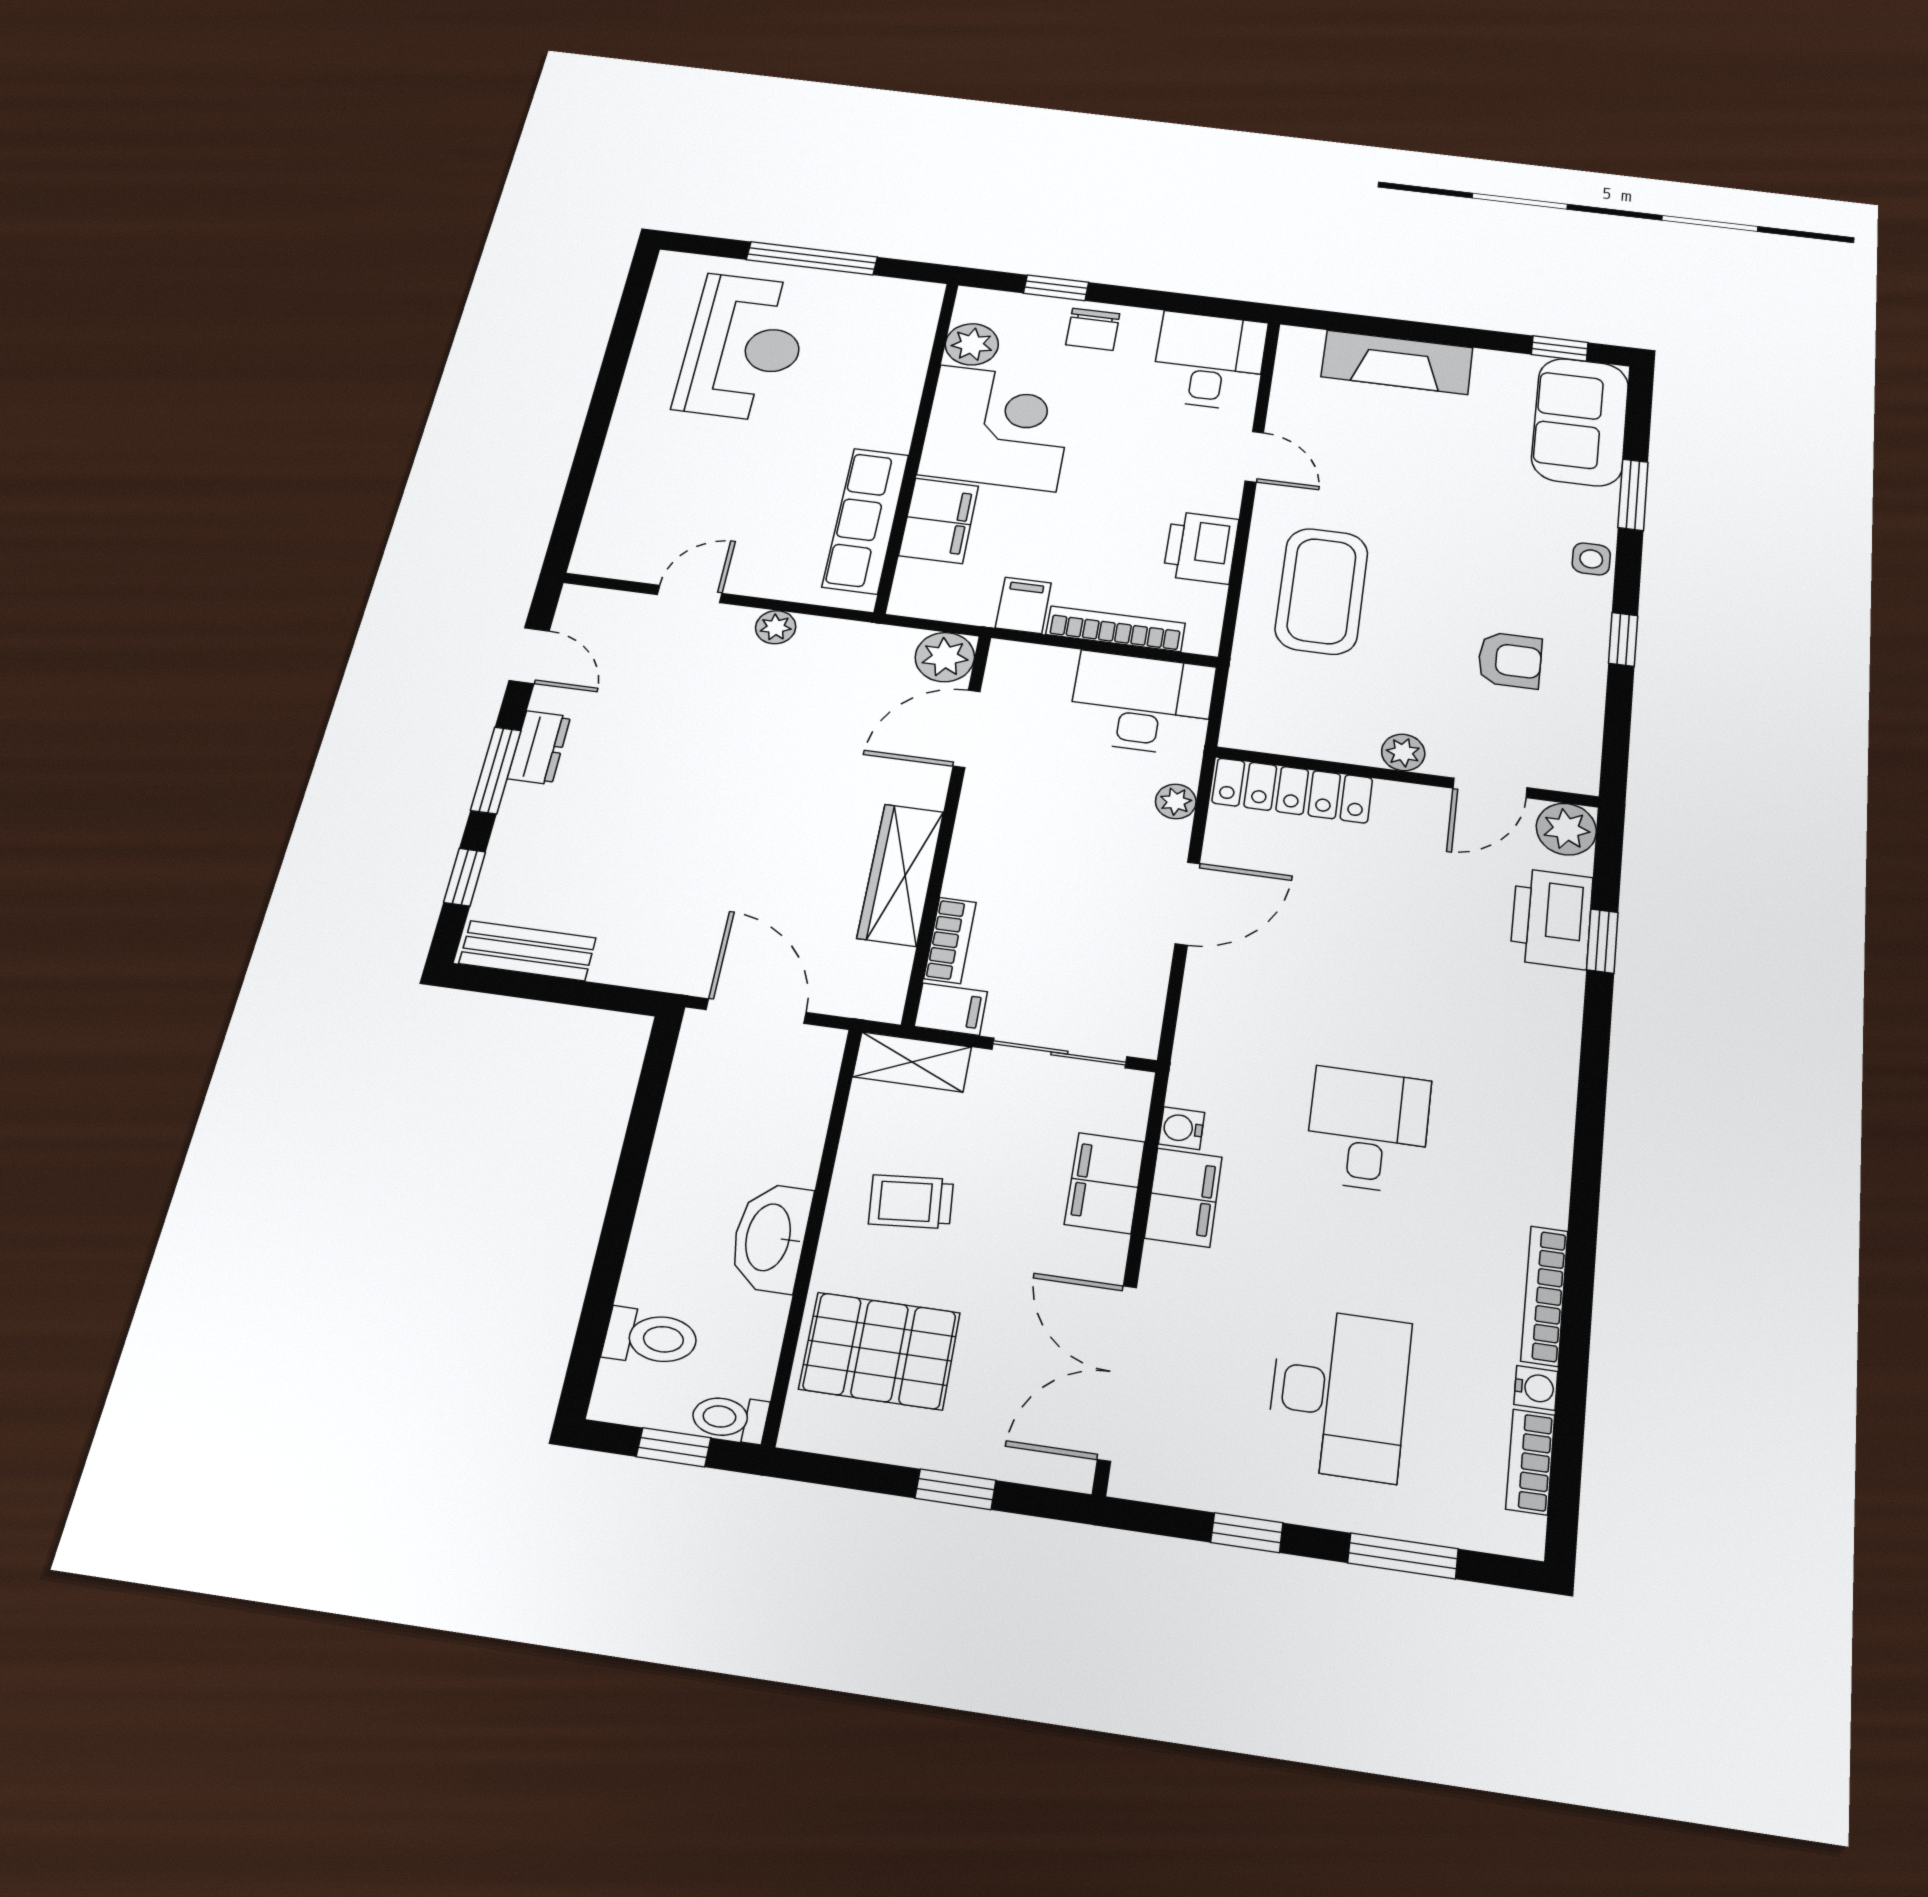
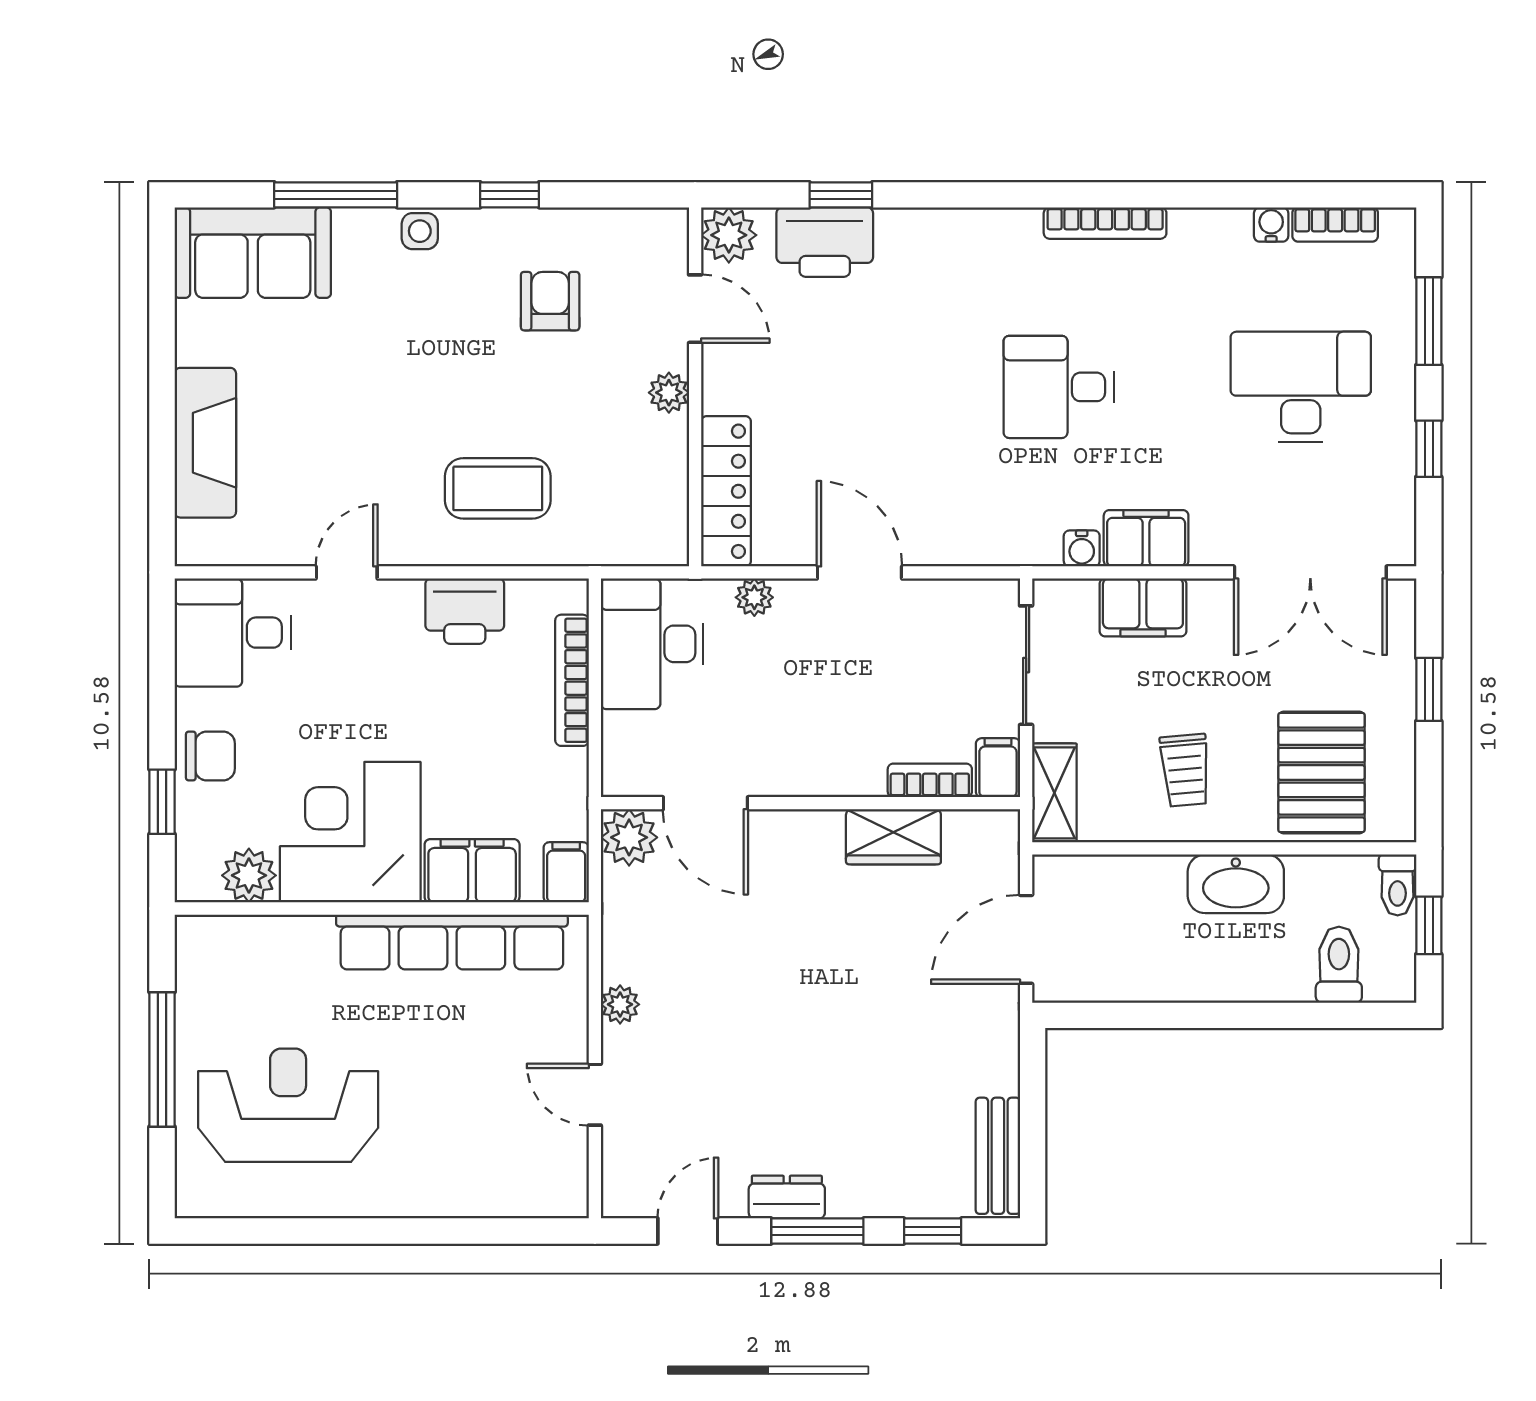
window: (1560, 349) -> (162, 279), removed
window: (1633, 495) -> (336, 195), width x1.44
row of seats: (866, 521) -> (452, 942), width x1.36
coffee table: (1322, 591) -> (498, 488), width x0.73, depth x0.76
filing cabinet: (1023, 605) -> (566, 872), moved, turned 90
wardrobe: (901, 875) -> (893, 837), width x0.67
bookcase: (1544, 1296) -> (1105, 223), moved

